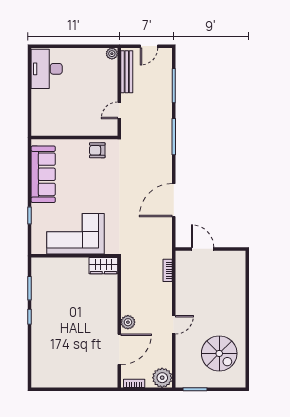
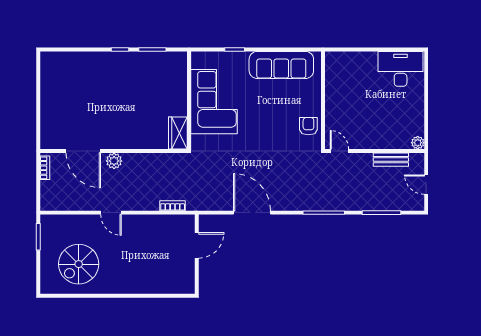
bench: (127, 72) -> (391, 160), width x0.73
door: (119, 110) -> (339, 151), moved
plant: (162, 378) -> (51, 200), removed

